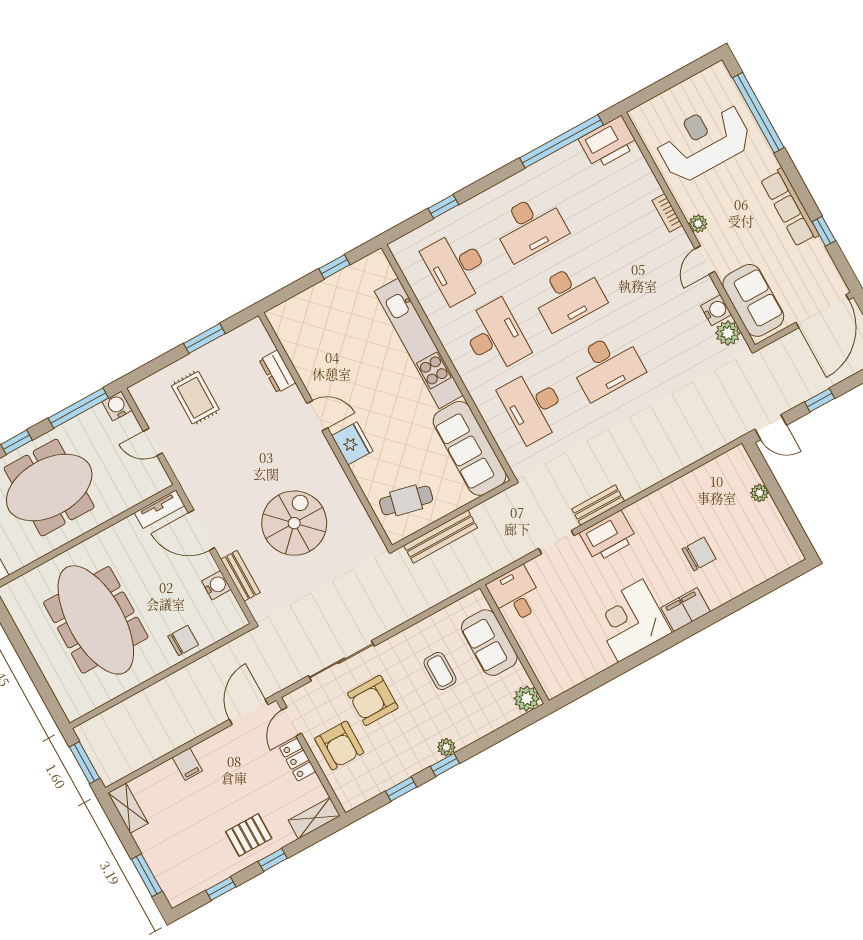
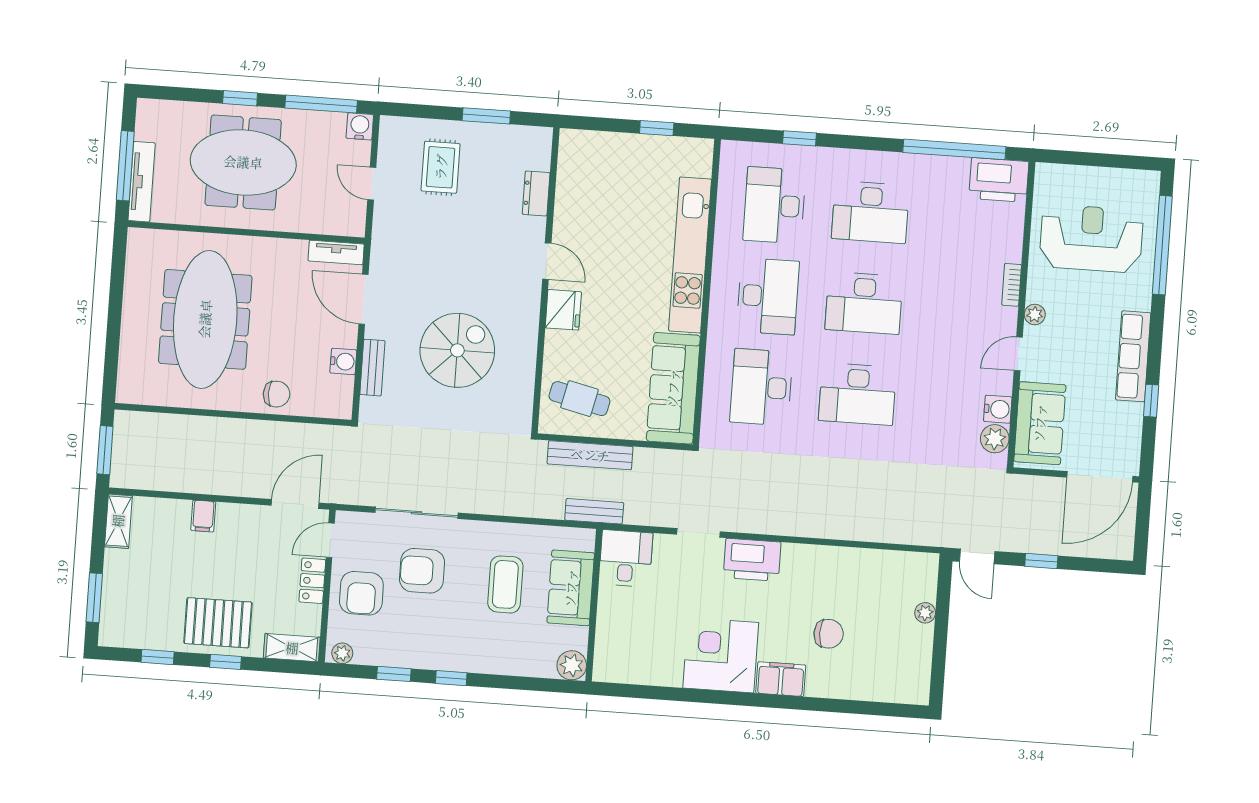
bench: (598, 505) -> (594, 511), moved
coffee table: (440, 671) -> (505, 584), width x1.36, depth x1.30
plant: (446, 747) -> (342, 653), moved
pallet: (249, 835) -> (218, 623), width x1.50, depth x1.42

